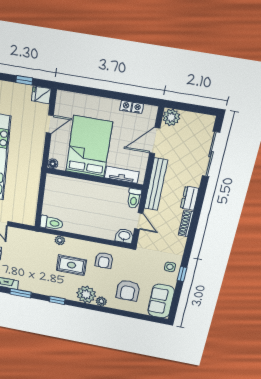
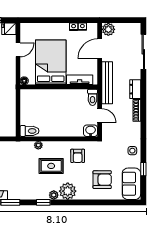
window: (182, 274) -> (143, 169), moved
armchair: (128, 290) -> (102, 180), turned -90
plant: (101, 301) -> (54, 195), moved

